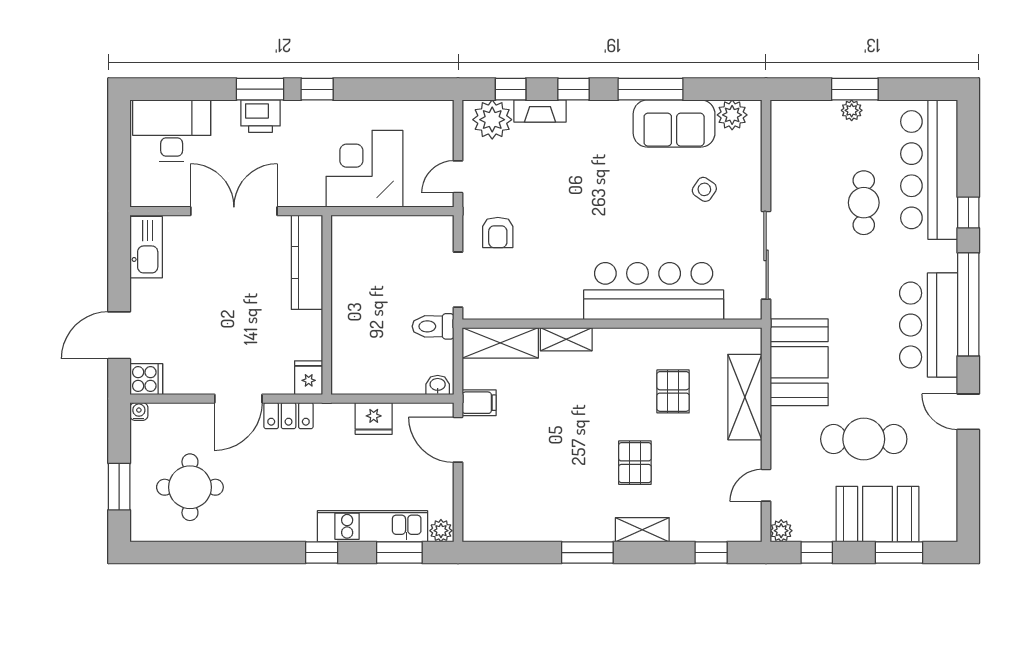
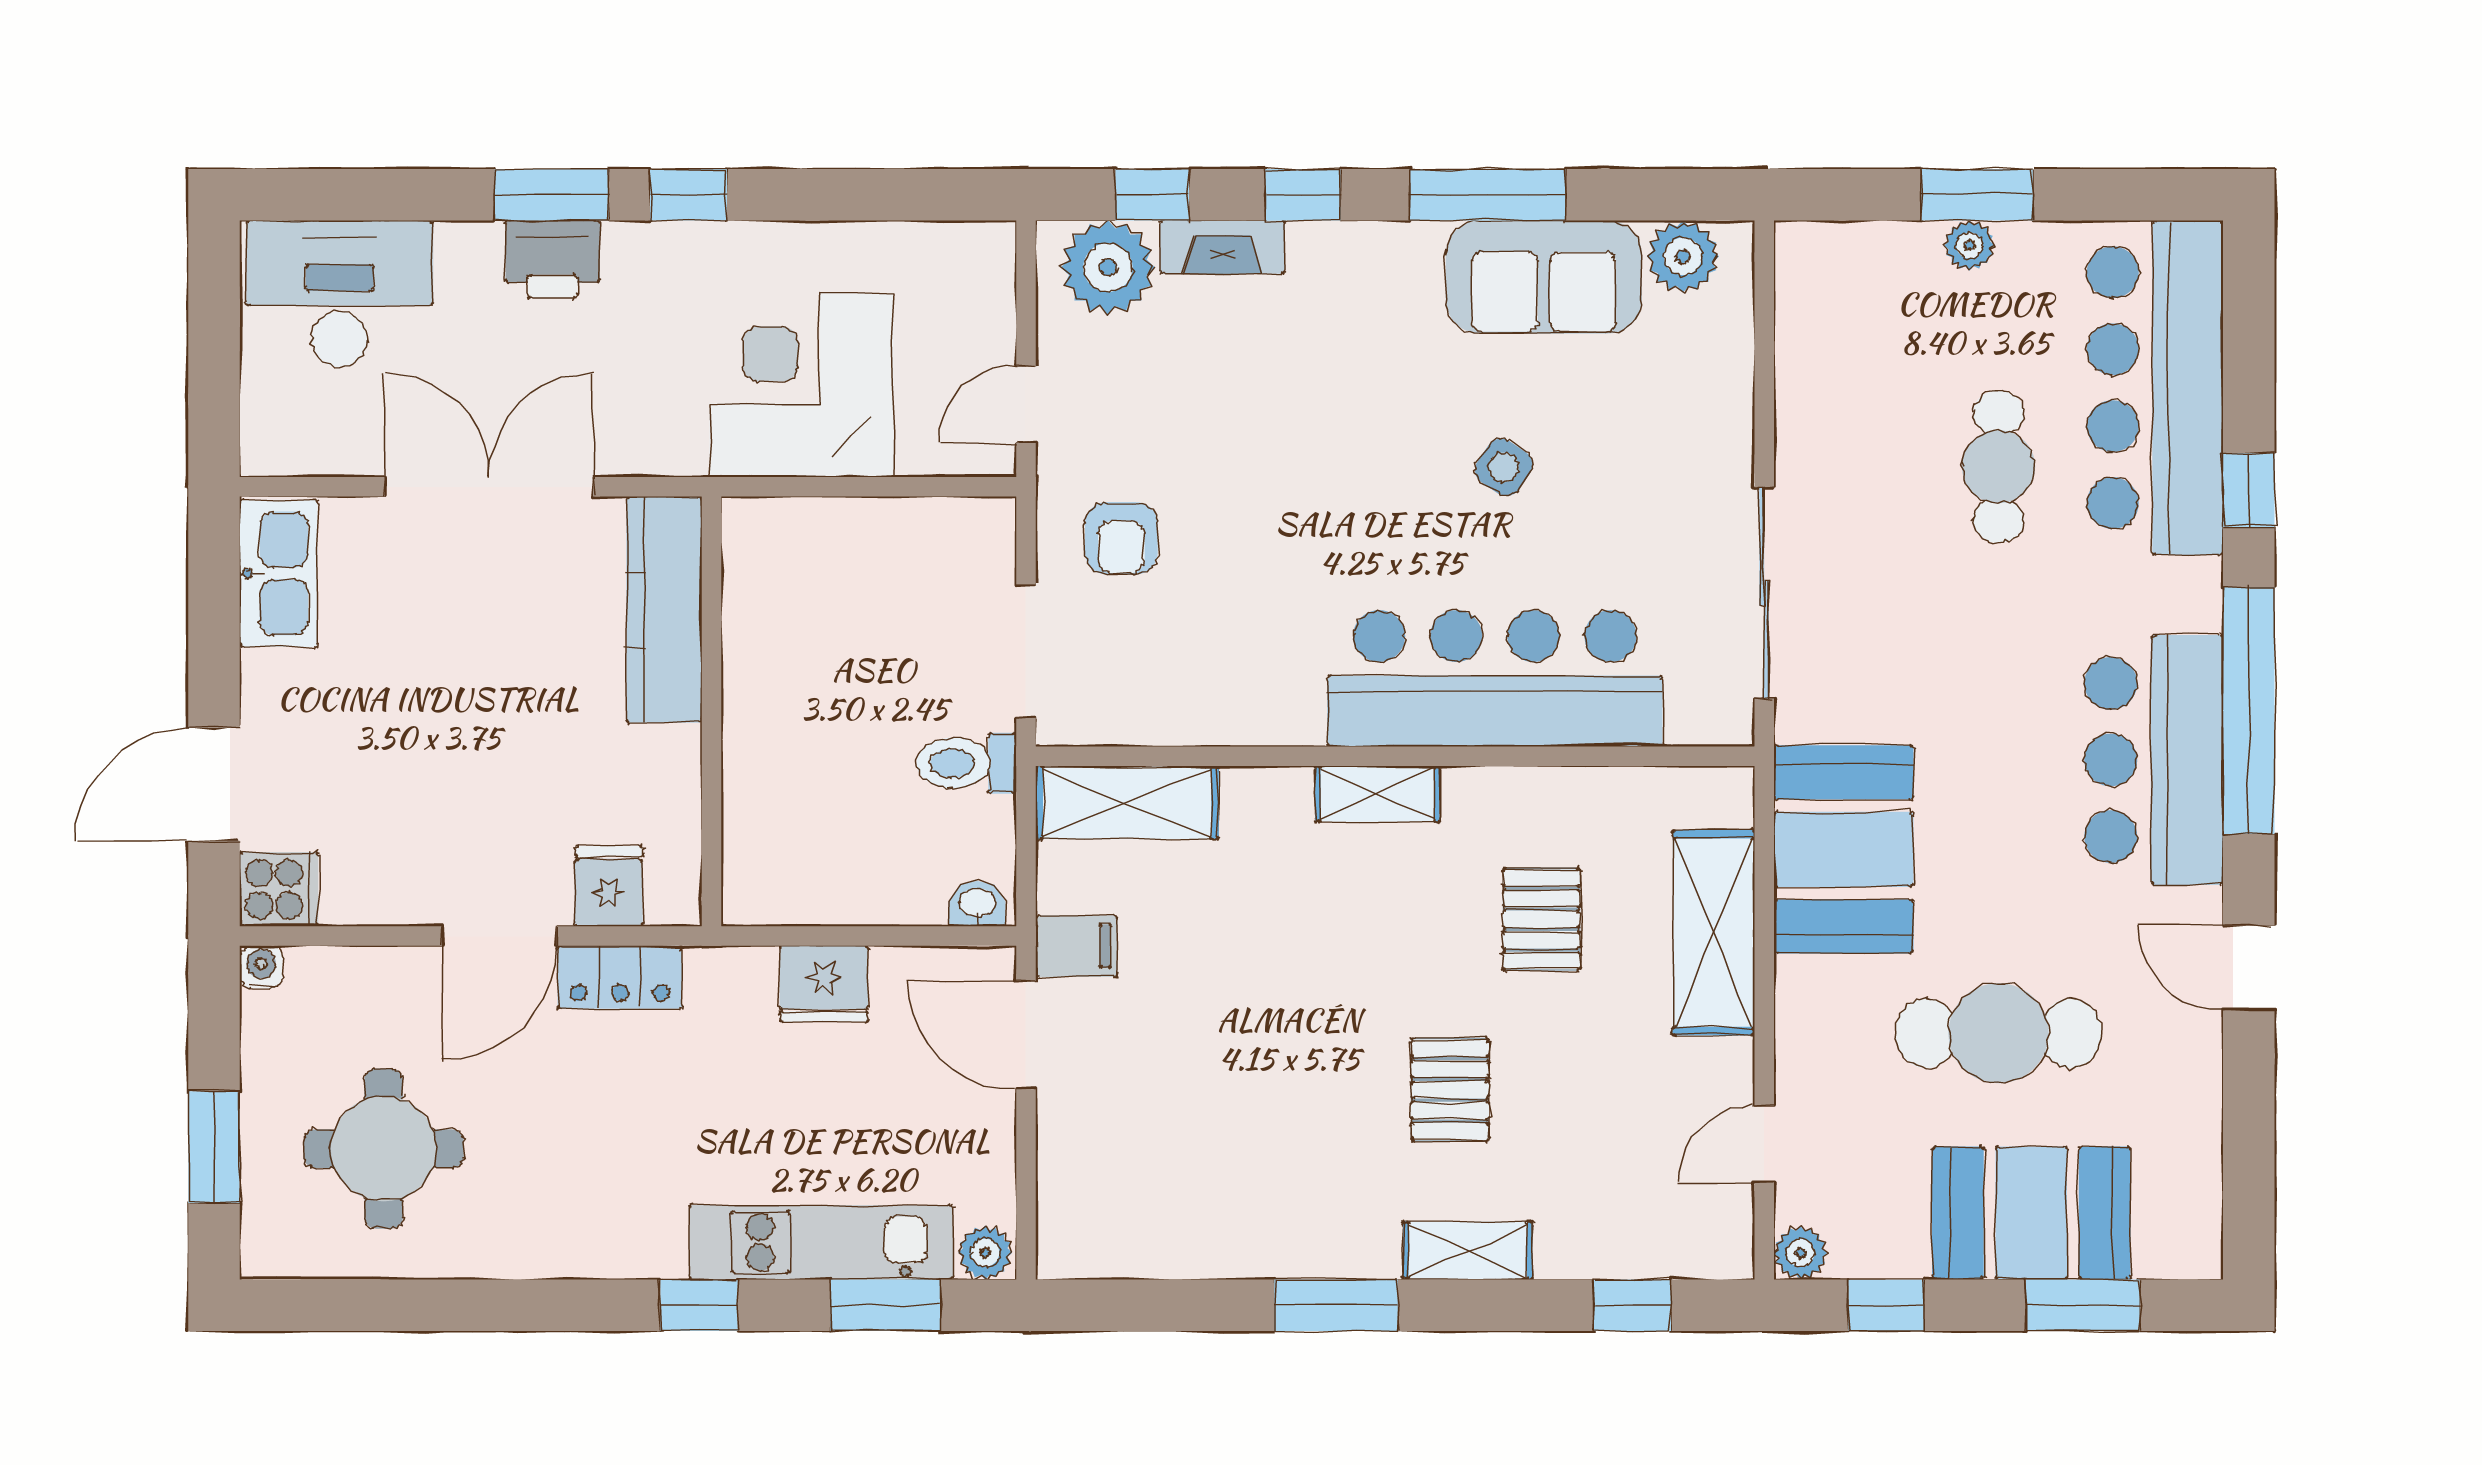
side table: (704, 189) -> (1504, 467), moved
shelving: (566, 339) -> (1377, 794), moved
fridge: (309, 378) -> (609, 886), moved

